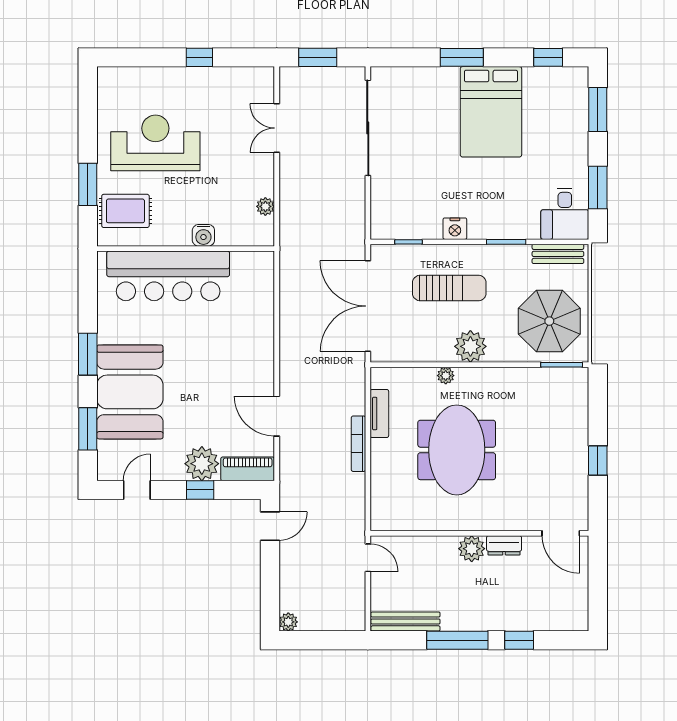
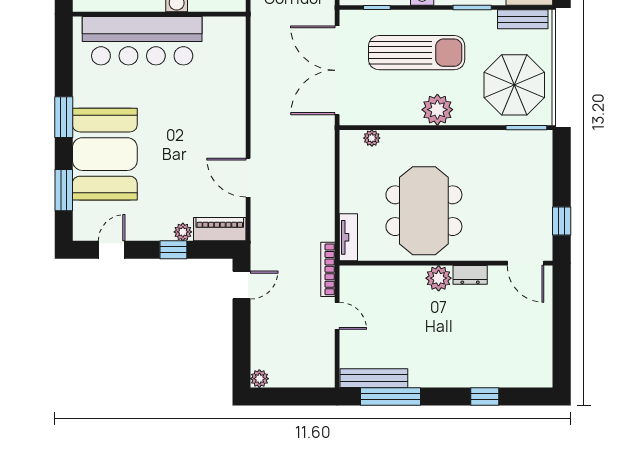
sun lounger: (449, 288) -> (417, 53), width x1.36, depth x1.34
plant: (446, 376) -> (372, 138), moved
tv unit: (379, 414) -> (348, 237), moved
bookcase: (358, 444) -> (328, 269), moved
plant: (202, 464) -> (183, 232), width x0.53, depth x0.53
wall: (479, 533) -> (446, 263), moved
door: (561, 533) -> (525, 263), moved
dresser: (504, 545) -> (470, 275), moved
plant: (472, 549) -> (439, 278), moved
window: (457, 640) -> (390, 396), moved

